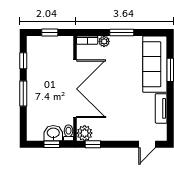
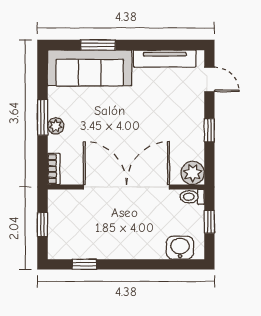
plant: (104, 41) -> (56, 126), moved
window: (23, 93) -> (133, 264), removed
tv unit: (161, 108) -> (165, 58), width x1.41
washbasin: (53, 133) -> (180, 248), moved, turned 90
window: (93, 144) -> (209, 130), moved

